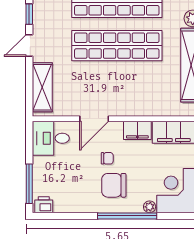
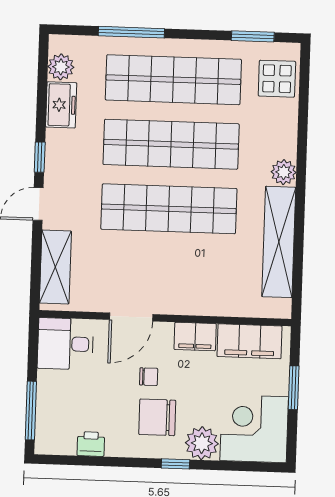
printer: (44, 205) -> (91, 444), moved
plant: (150, 207) -> (202, 443), width x1.88, depth x1.88
window: (127, 216) -> (175, 464), width x0.32

